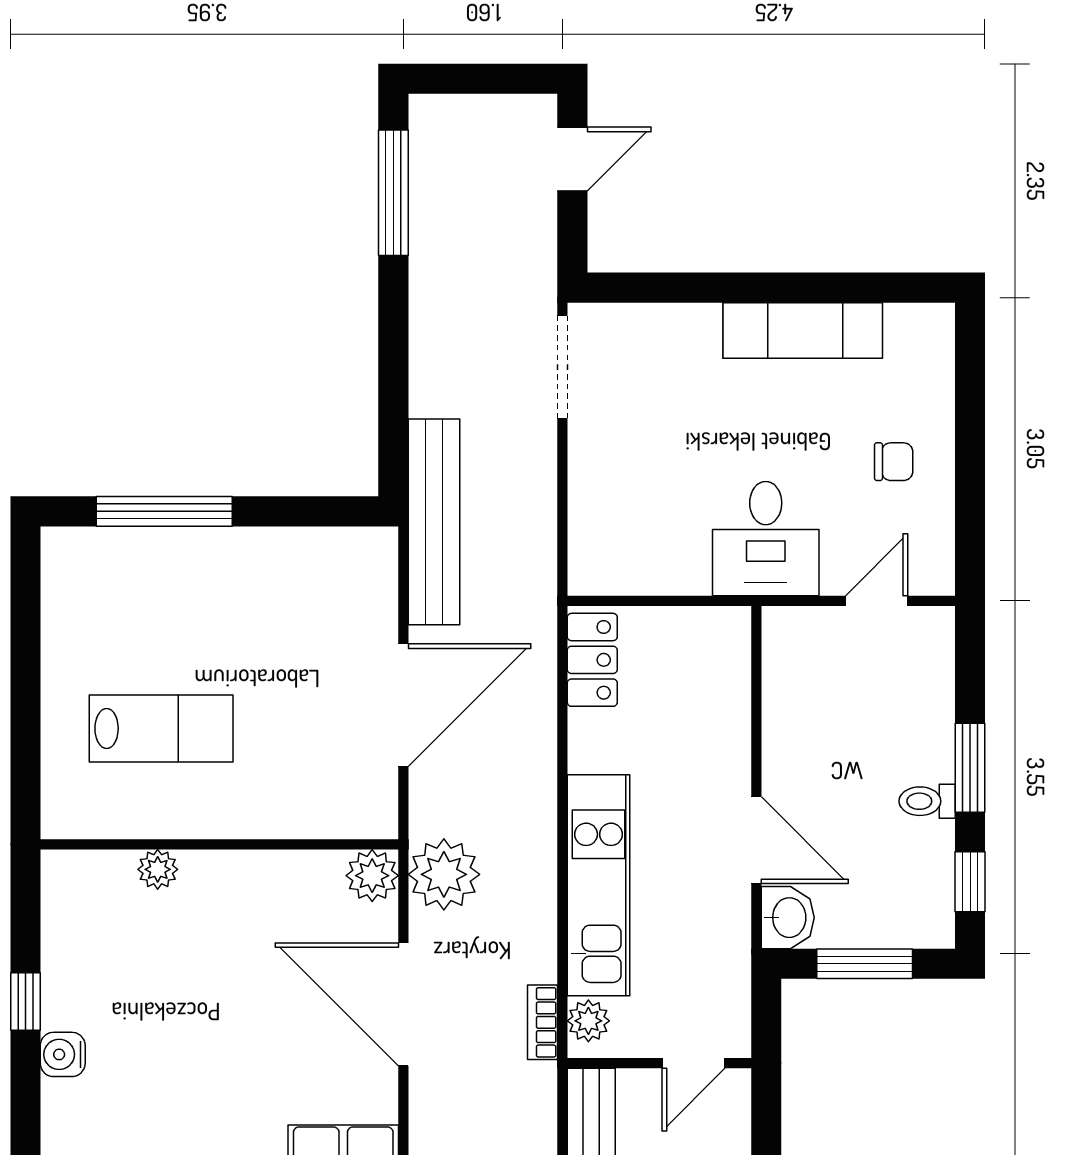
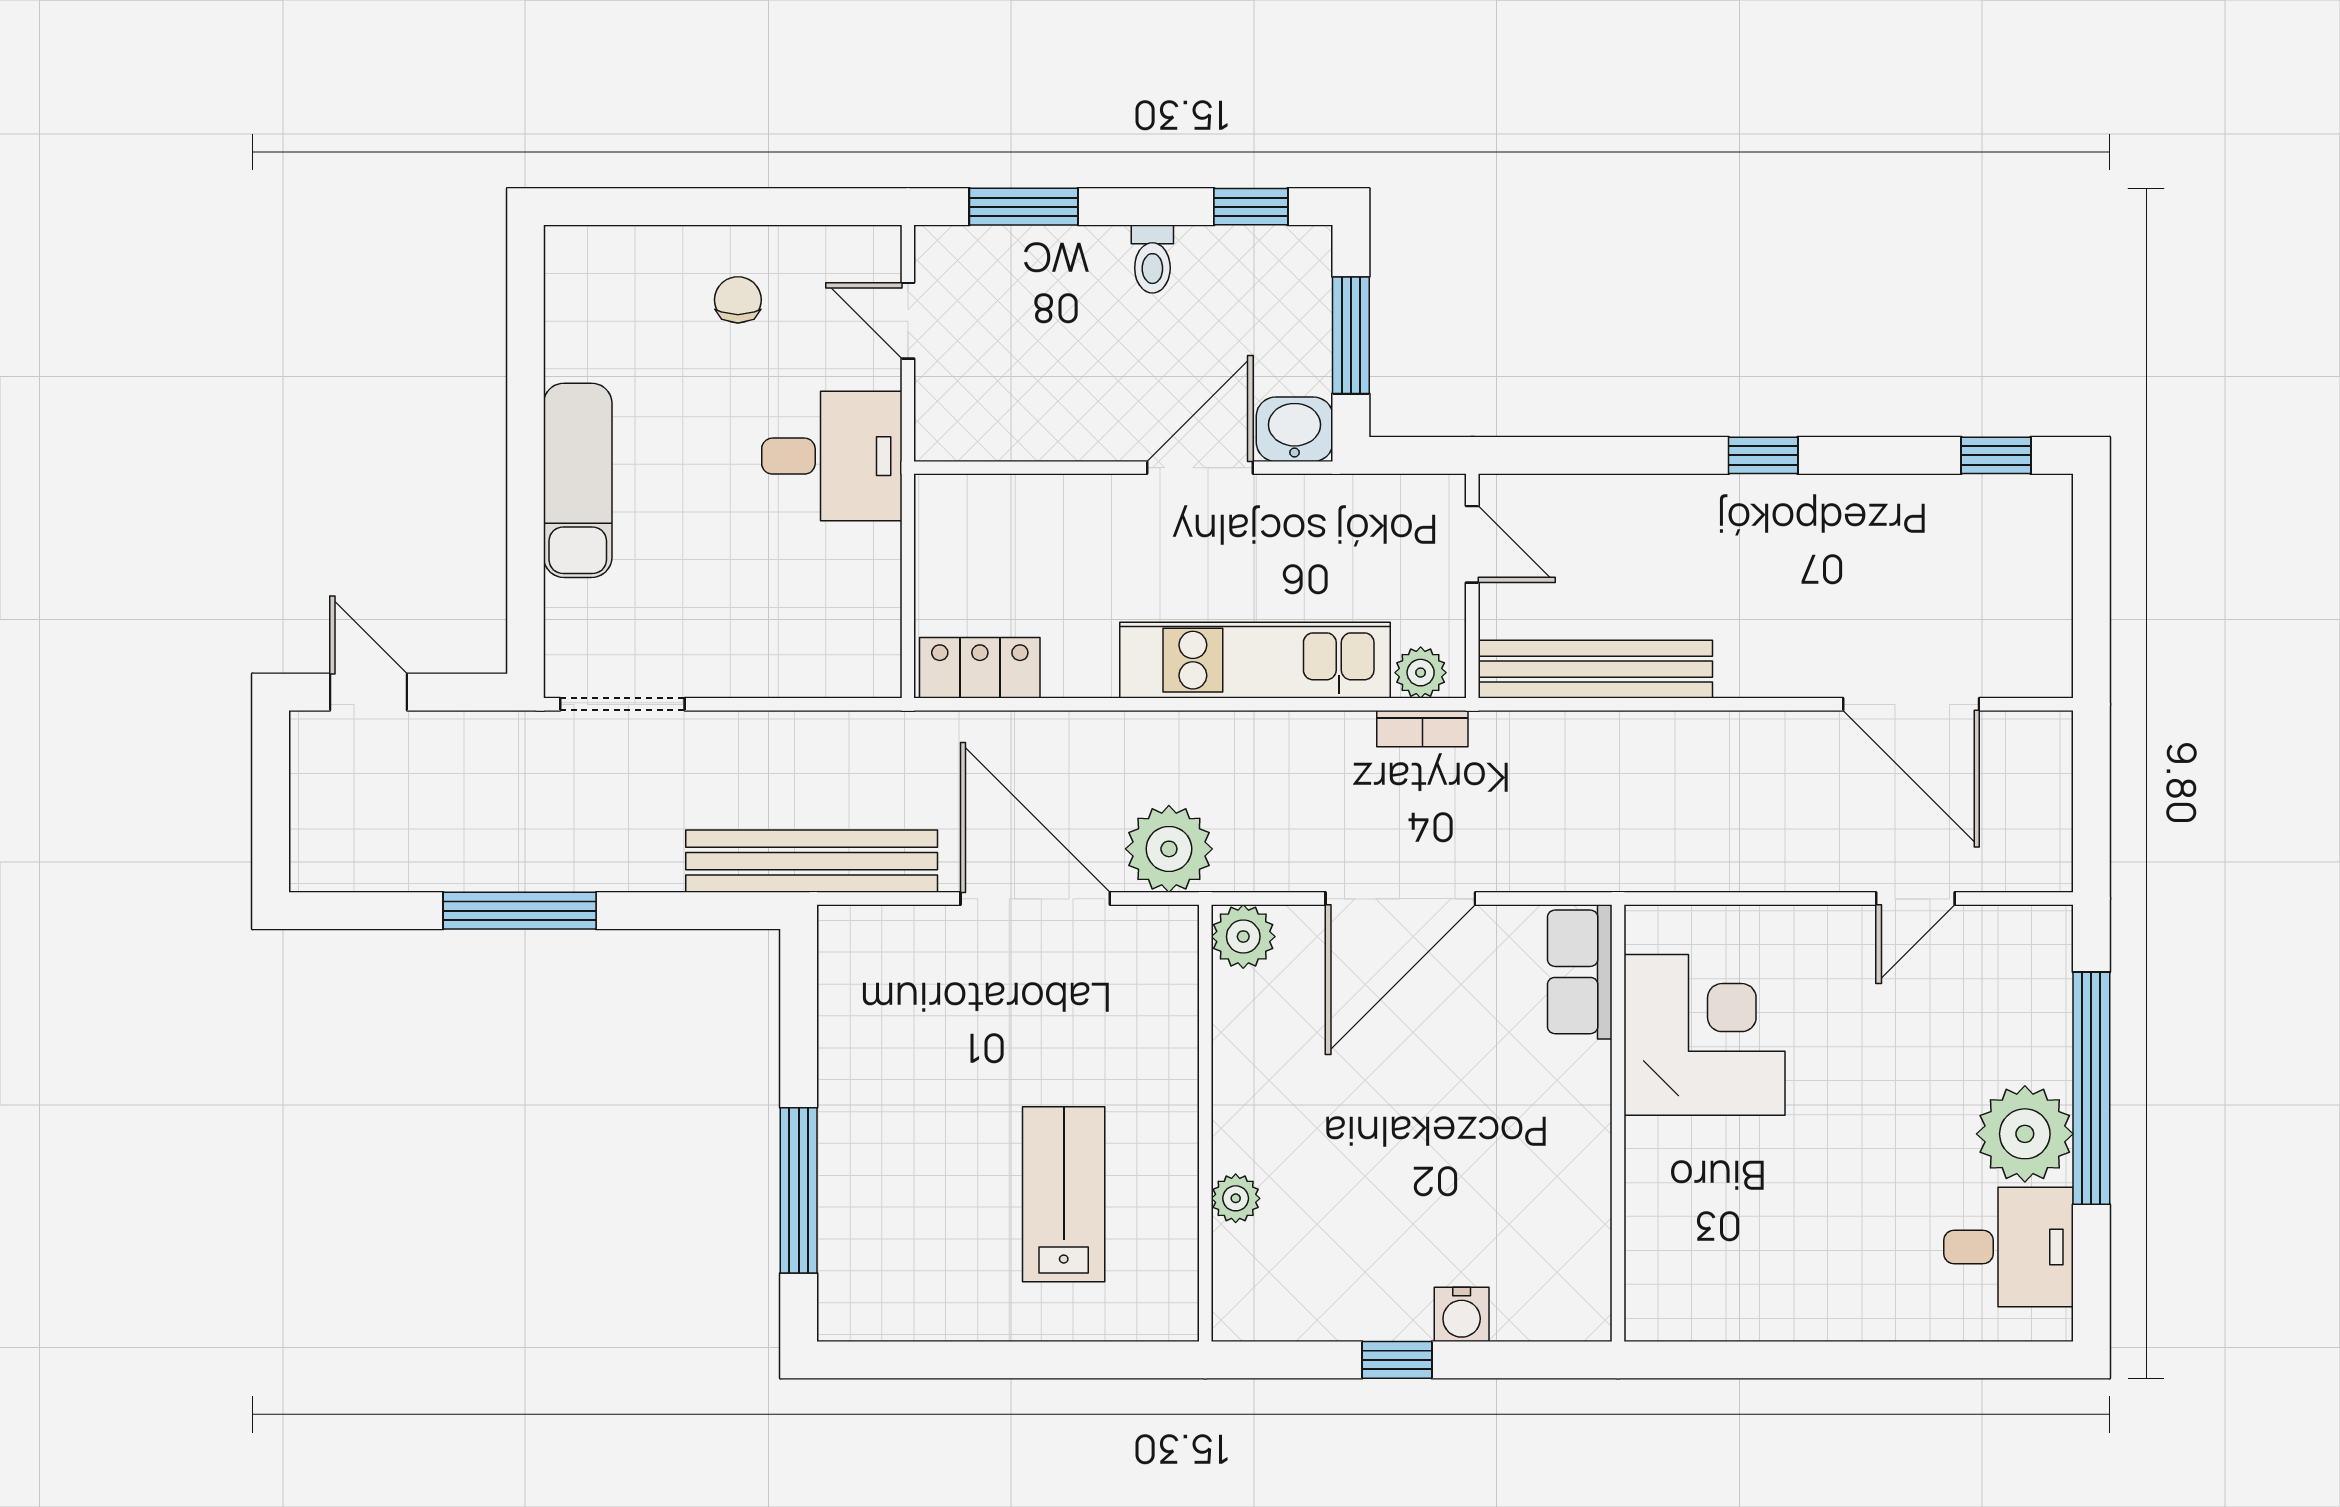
window: (393, 193) -> (520, 911), moved
exam couch: (803, 330) -> (578, 480), moved
window: (970, 768) -> (1024, 207), moved
plant: (444, 874) -> (1169, 849), moved

